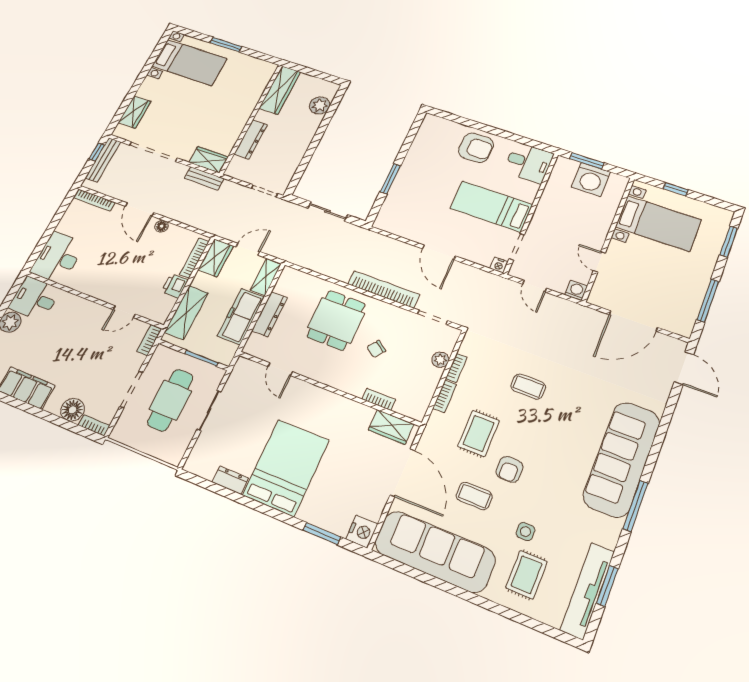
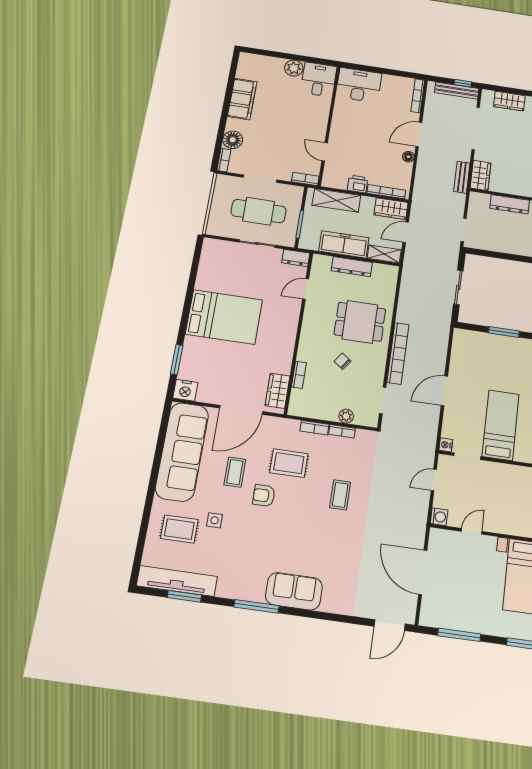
door: (248, 249) -> (406, 232), swing flipped
sofa: (622, 459) -> (294, 591), width x0.54, depth x0.79
dresser: (230, 480) -> (296, 258), moved, turned 90

